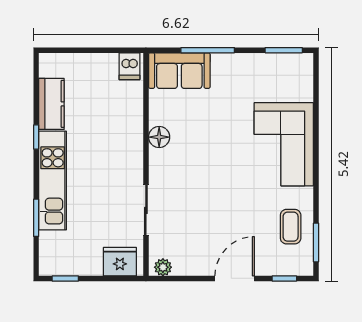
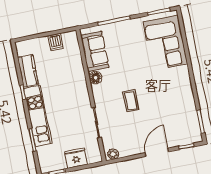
dishwasher: (129, 66) -> (56, 42), moved
sofa: (179, 71) -> (95, 51), moved, turned -90
corner sofa: (284, 144) -> (165, 43), moved
coffee table: (291, 227) -> (131, 101), moved
fridge: (120, 262) -> (76, 158), moved

